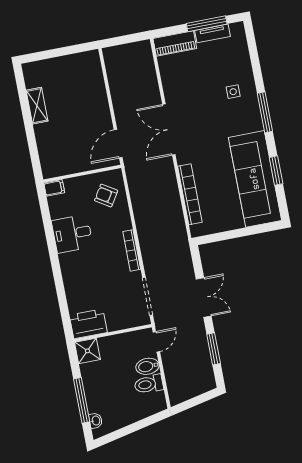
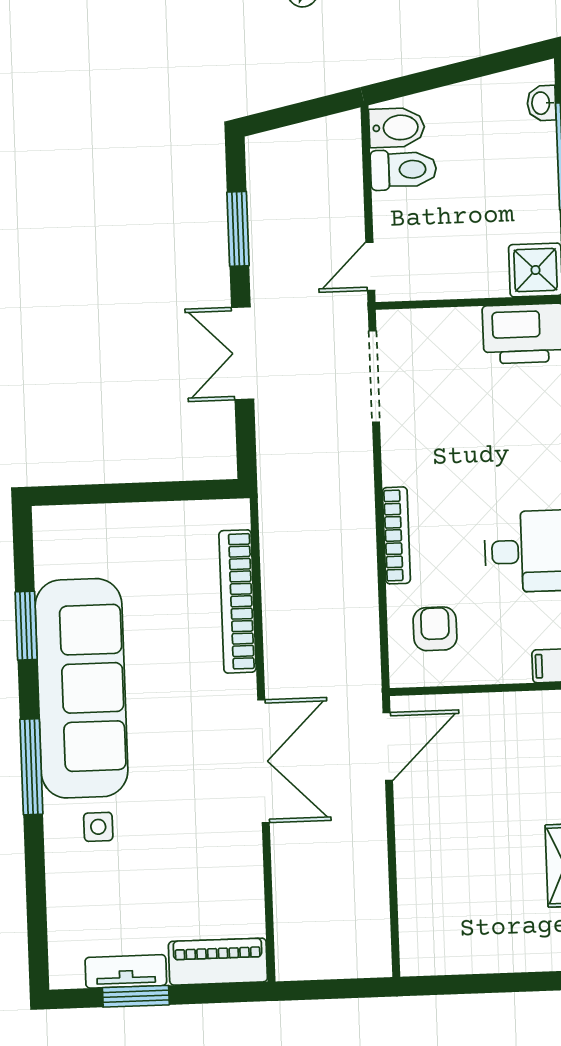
window: (207, 24) -> (136, 996), width x0.69
sofa: (255, 179) -> (82, 688), moved
armchair: (106, 196) -> (435, 629), turned -122
bookcase: (132, 250) -> (396, 535), moved
bidet: (147, 366) -> (397, 128), moved

